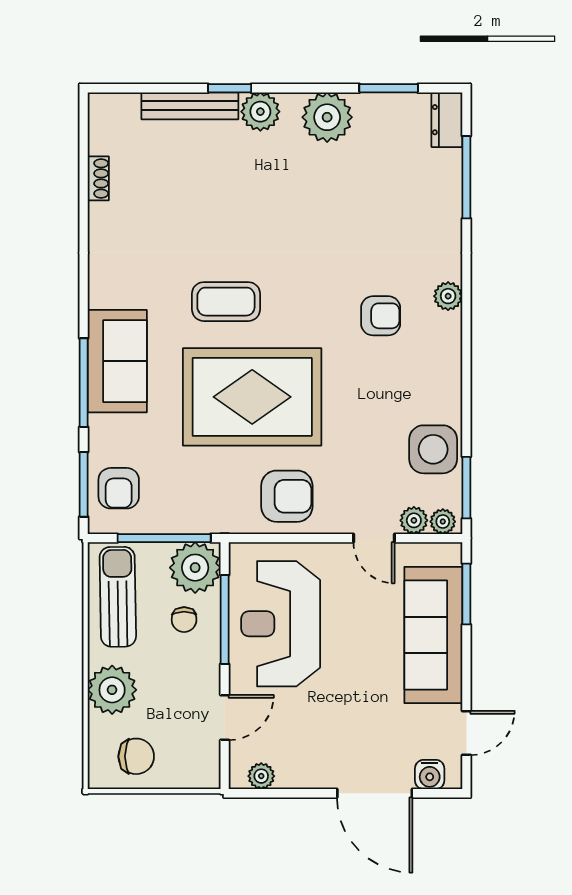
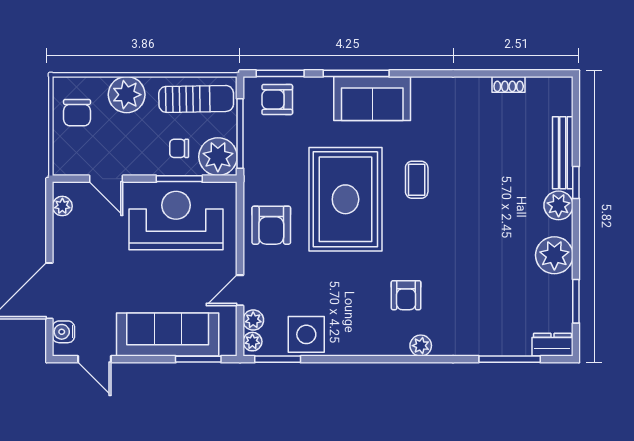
coffee table: (226, 302) -> (417, 180), width x0.73, depth x0.77
window: (225, 619) -> (179, 179), width x0.69

